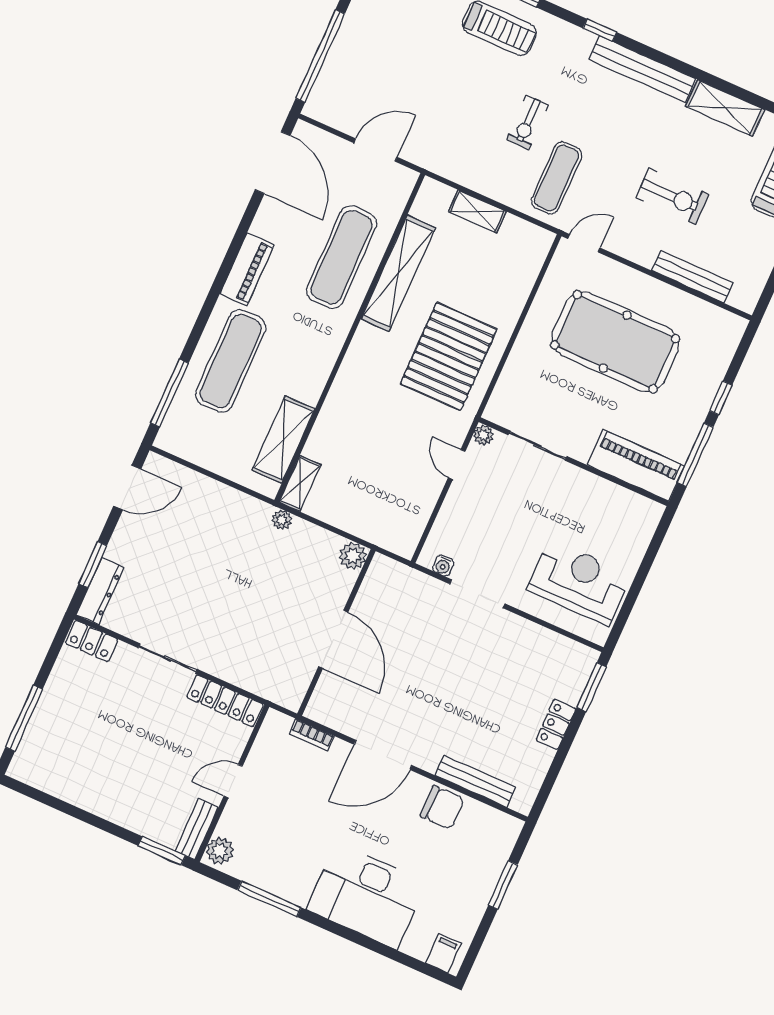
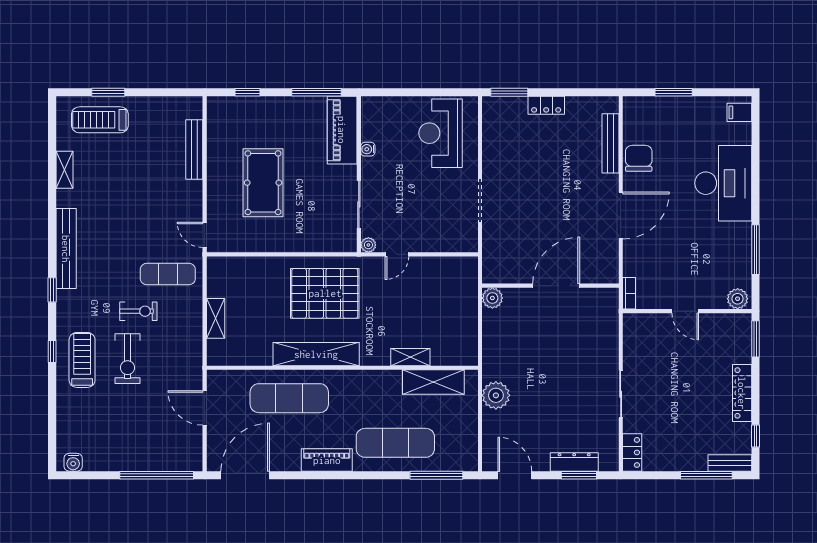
shelving: (725, 108) -> (64, 170), width x0.67, depth x0.75
exercise bike: (672, 196) -> (128, 359), moved, turned 180
shelving: (398, 273) -> (316, 354), moved
pool table: (615, 342) -> (263, 183), width x0.73, depth x0.76
window: (721, 398) -> (247, 92), moved
shelving: (300, 483) -> (410, 357), moved
plant: (282, 520) -> (496, 395), moved, width x1.88, depth x1.88
water cooler: (443, 566) -> (368, 149), moved, turned 180
dresser: (100, 591) -> (574, 462), moved
locker: (225, 701) -> (742, 393), moved, turned 180
bookcase: (312, 735) -> (629, 293), moved
door: (383, 755) -> (621, 216), hinge flipped
window: (45, 798) -> (756, 436), added
bench: (197, 829) -> (730, 463), moved

